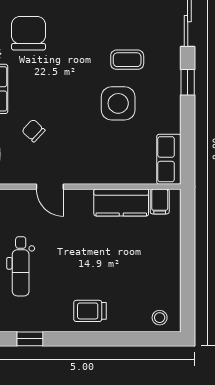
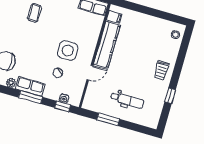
side table: (118, 103) -> (68, 50), moved
kitchen counter: (121, 202) -> (107, 45), width x1.50
window: (30, 339) -> (170, 96), moved

